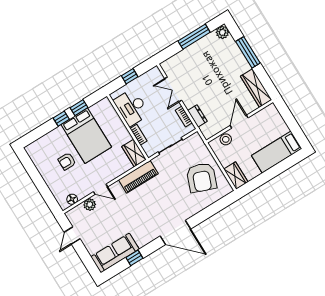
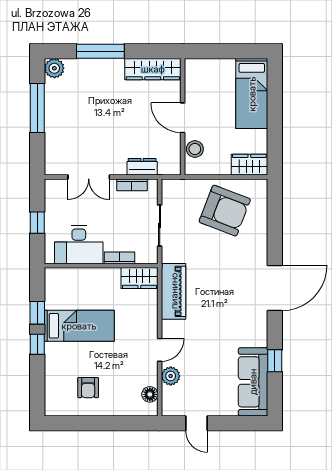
bed: (86, 136) -> (79, 326), width x0.67
armchair: (67, 161) -> (88, 388), moved

